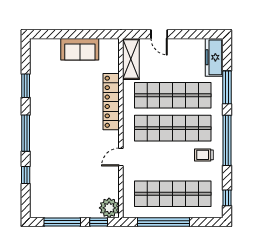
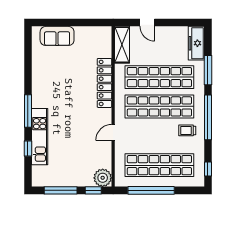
sofa: (80, 49) -> (57, 36), moved
window: (26, 86) -> (28, 69), removed
kitchen unit: (39, 162) -> (40, 137), added

